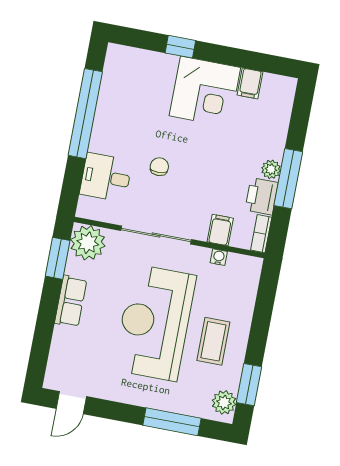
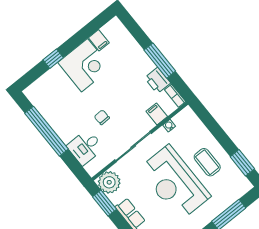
plant: (271, 169) -> (148, 65), removed
plant: (224, 402) -> (241, 182), removed

